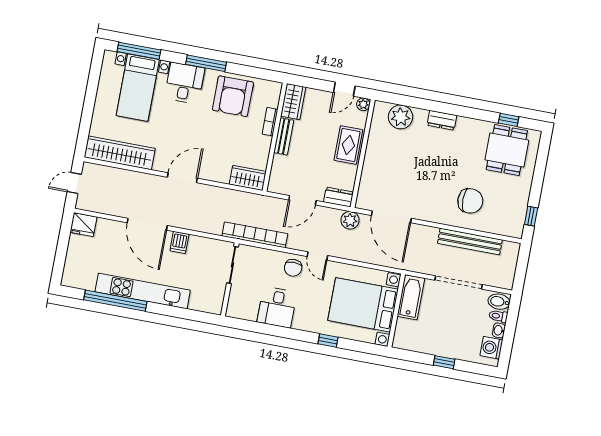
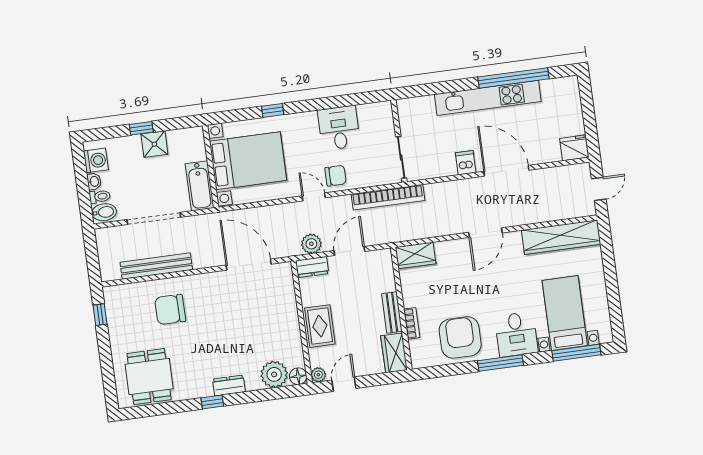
floor lamp: (381, 109) -> (298, 376), added
window: (509, 120) -> (212, 402), moved
plant: (350, 220) -> (311, 244), moved
chair: (293, 268) -> (336, 176), turned 90
shower: (437, 345) -> (154, 144), added

